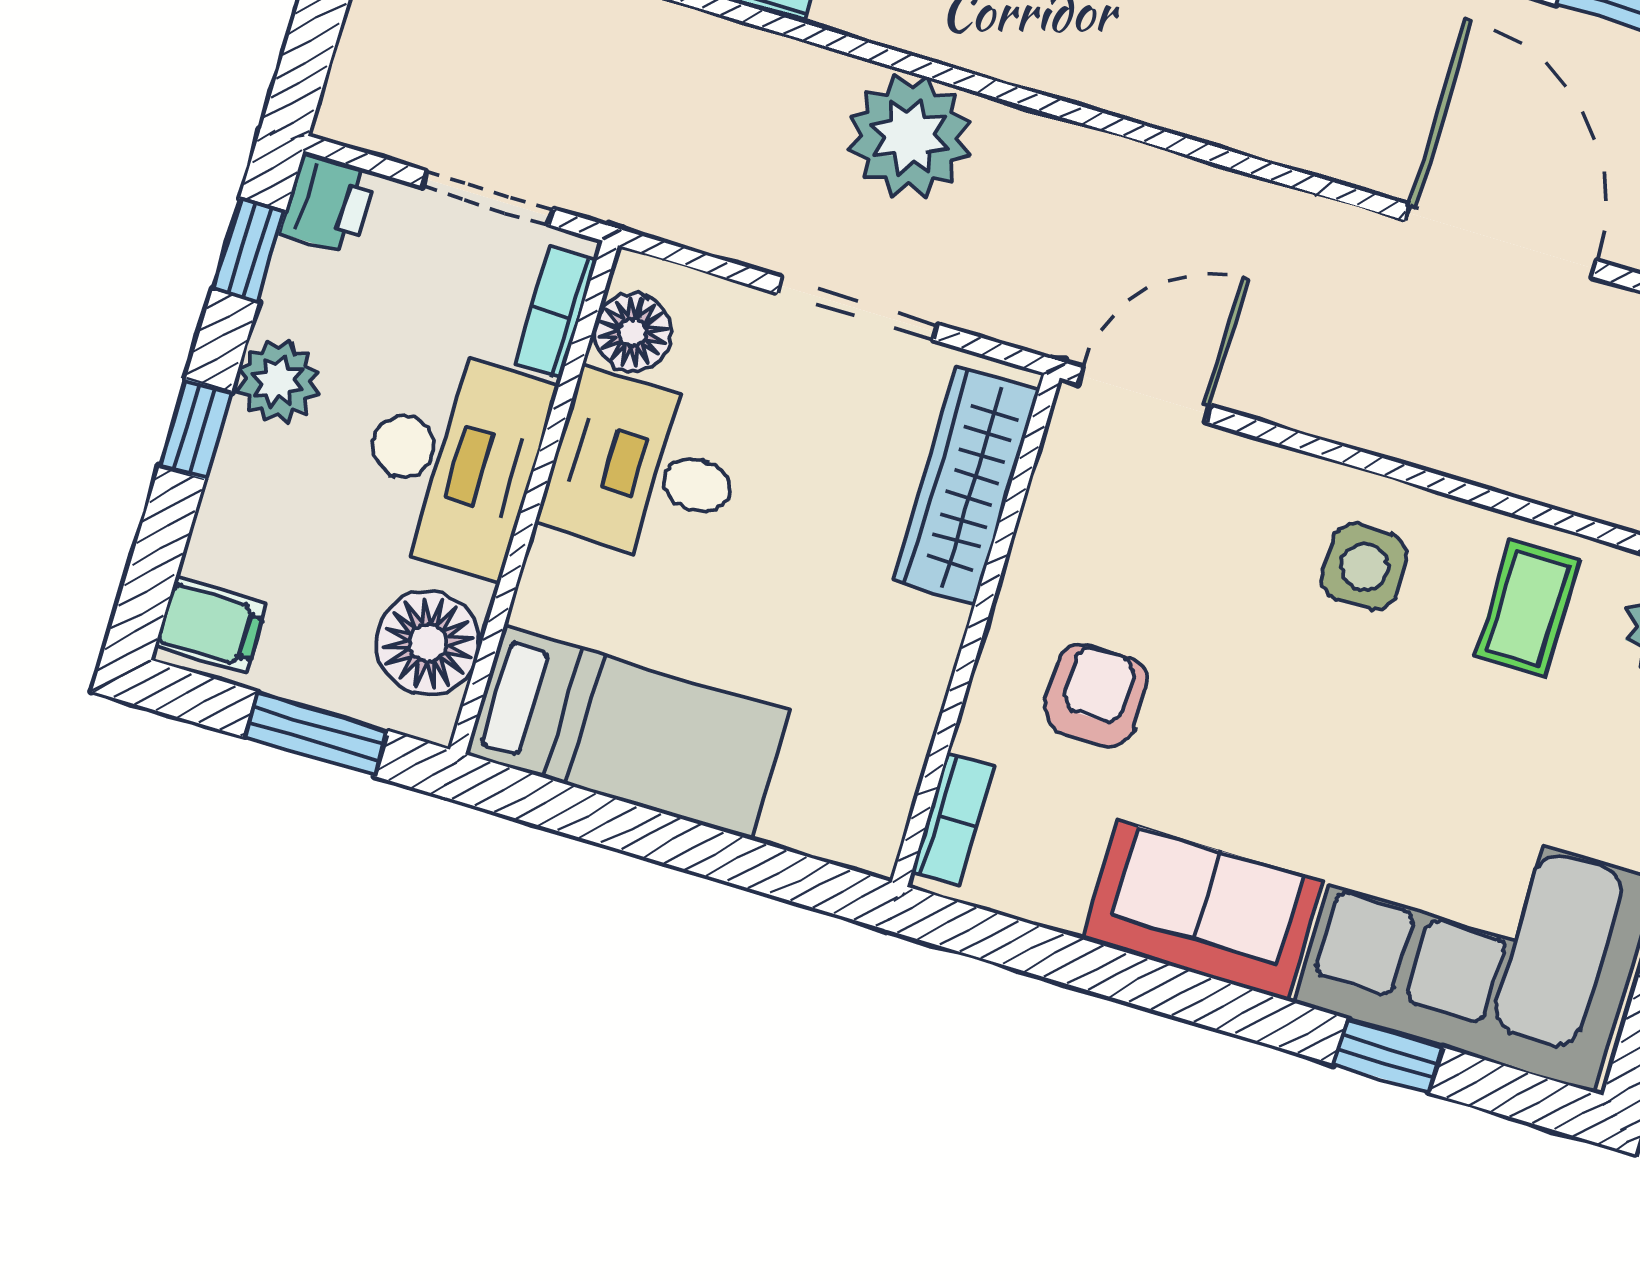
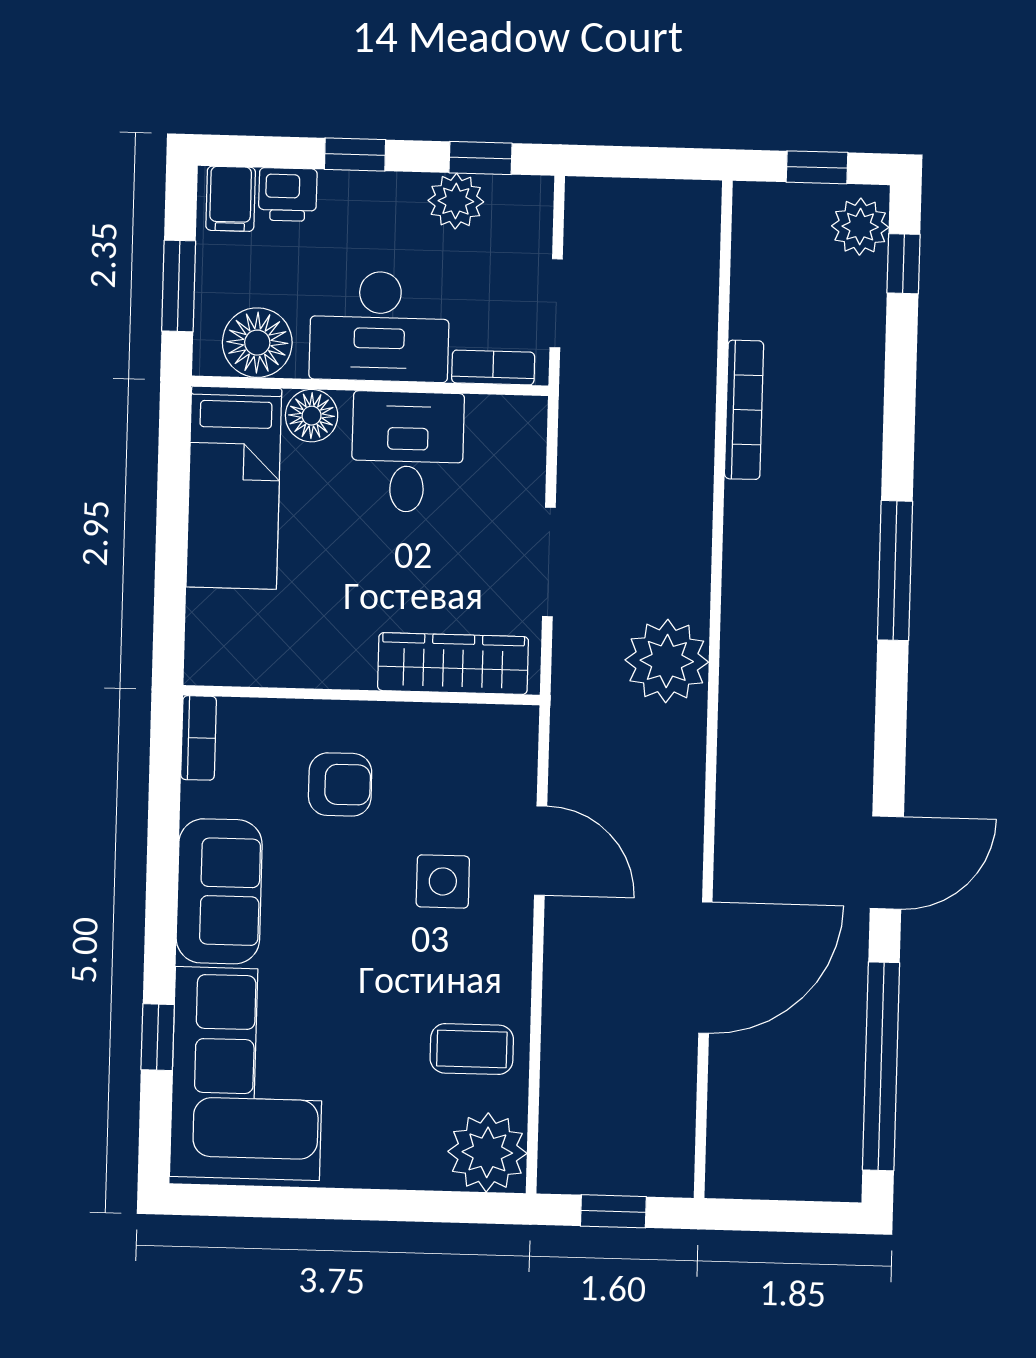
plant: (909, 137) -> (667, 661), moved
printer: (328, 203) -> (288, 194), moved
floor lamp: (632, 332) -> (312, 416), moved
plant: (278, 381) -> (456, 201), moved
door: (1145, 395) -> (541, 851), moved
side table: (1364, 567) -> (443, 881), moved
bookcase: (953, 819) -> (199, 738), moved, turned -90

